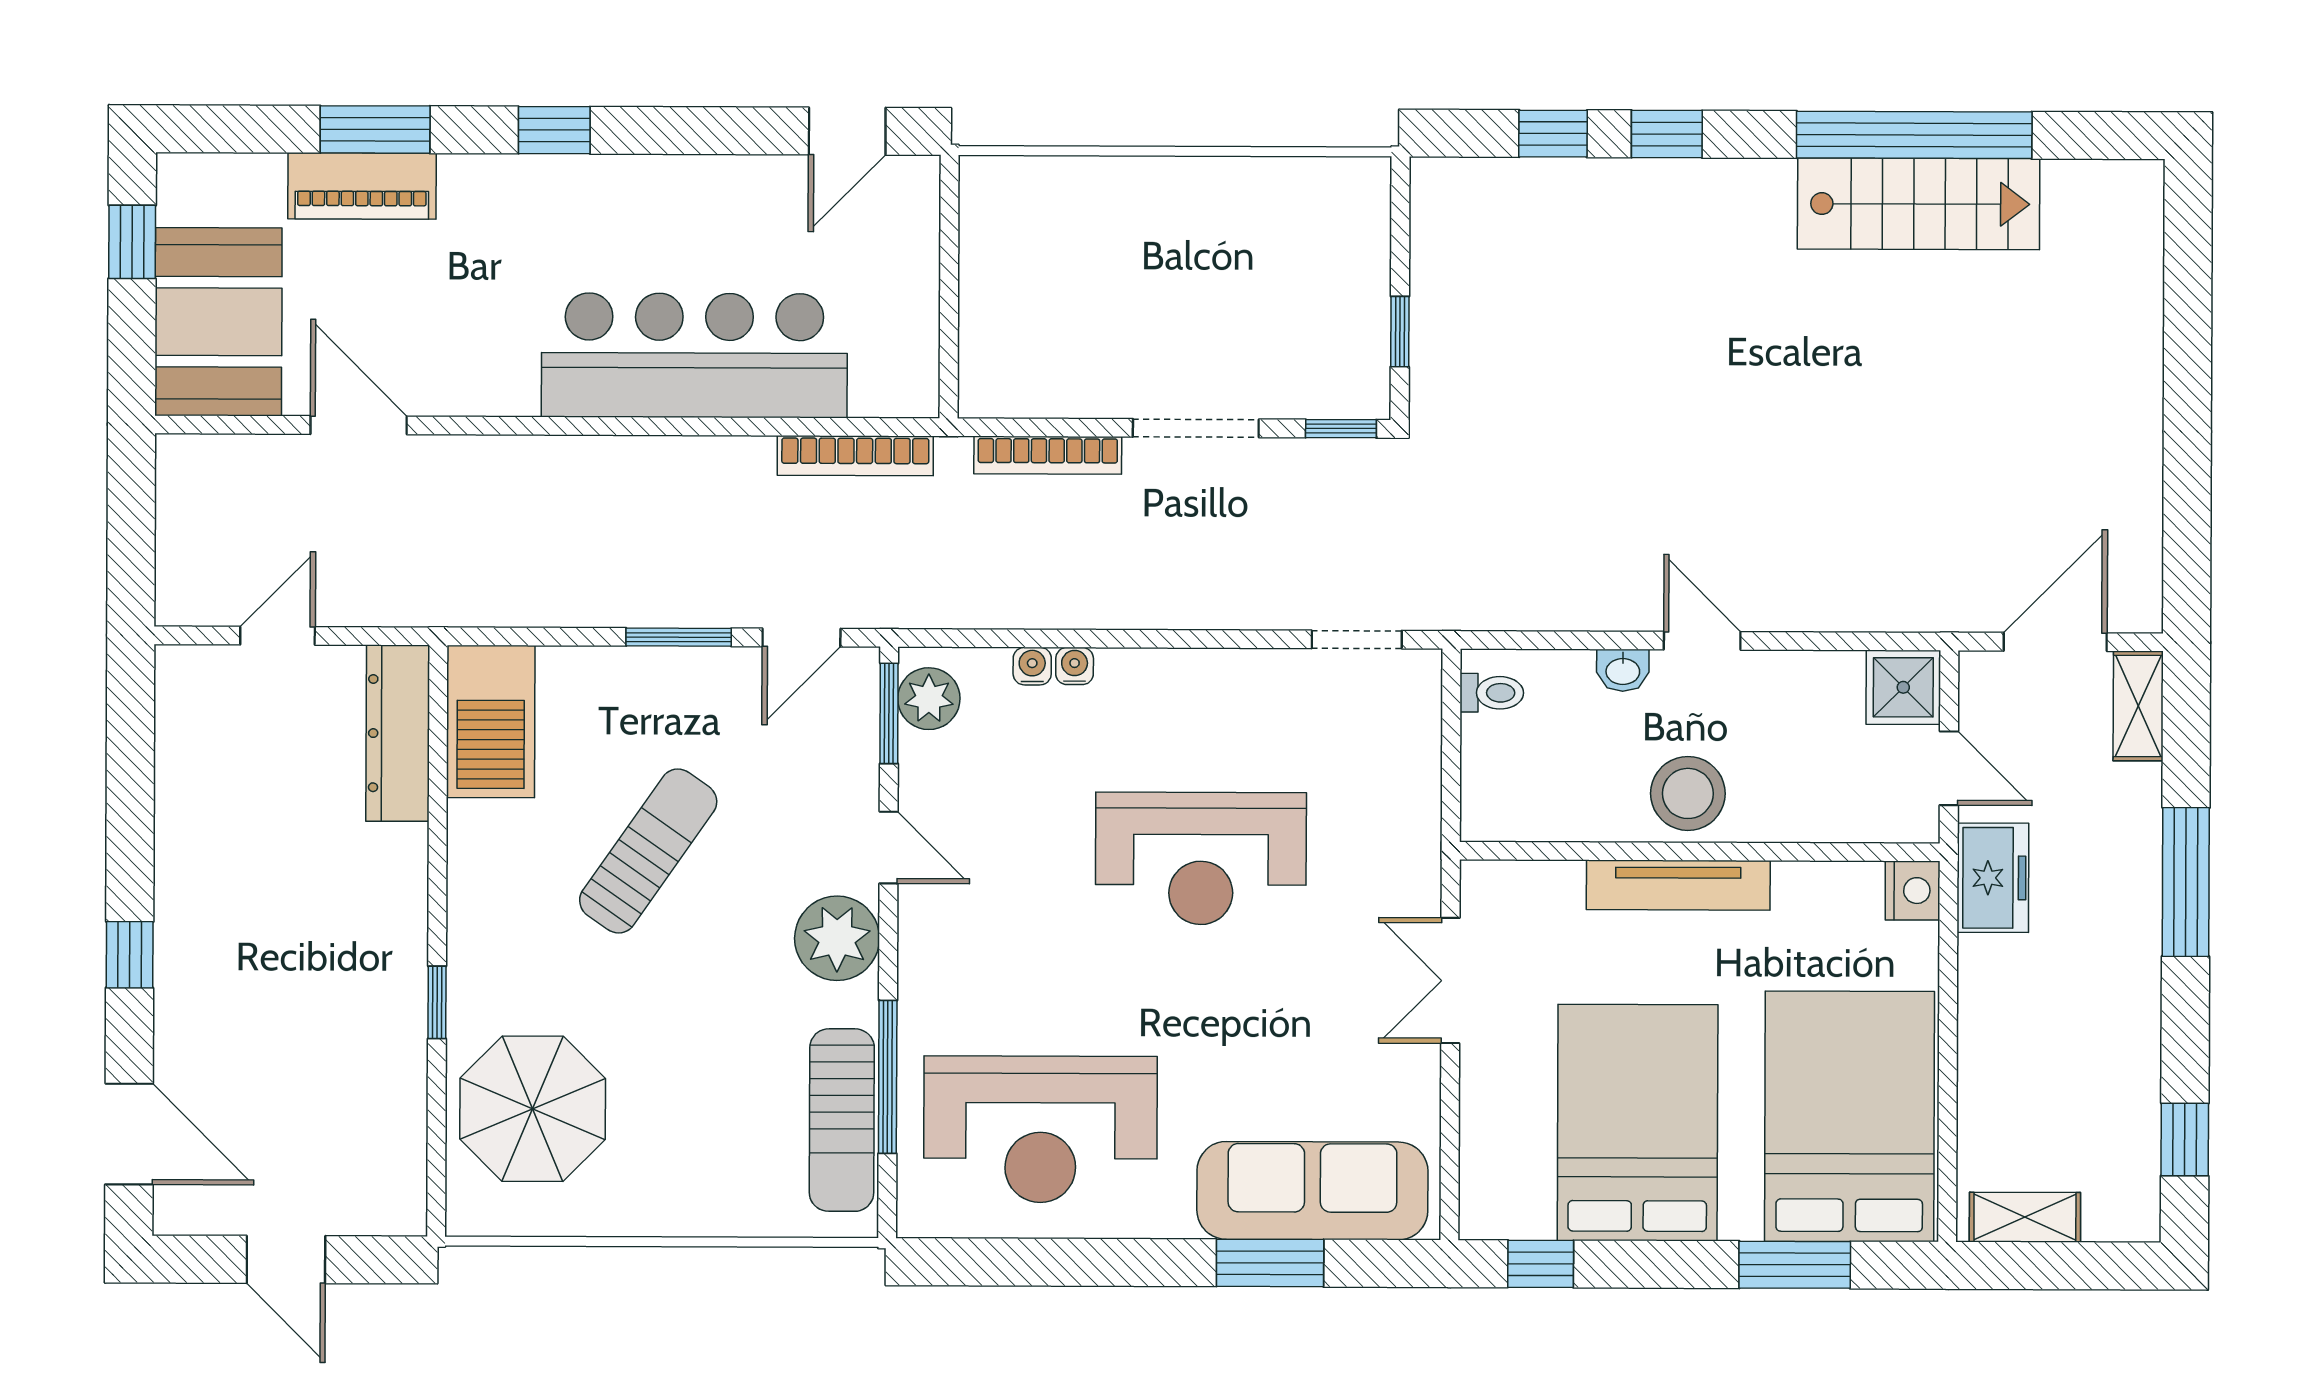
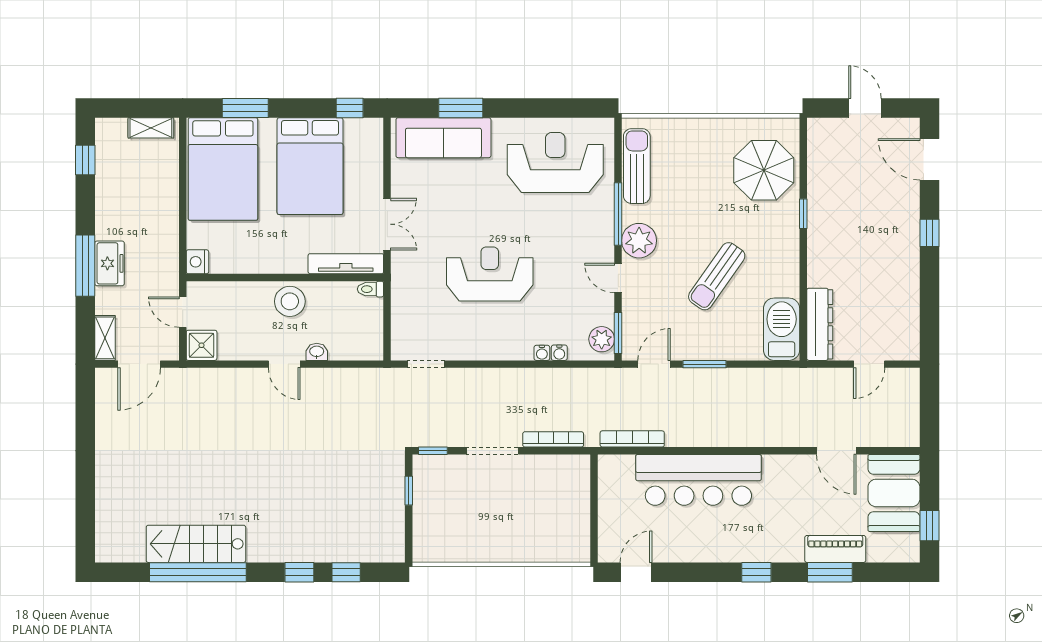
toilet: (1492, 693) -> (370, 289), moved
freezer: (1993, 878) -> (109, 263), moved, turned 180
tv unit: (1678, 885) -> (346, 264), moved
window: (888, 1077) -> (618, 214), moved

